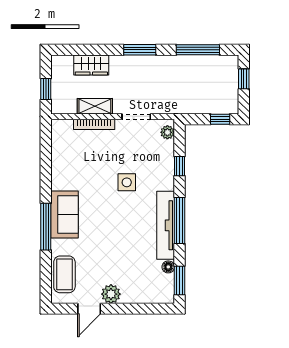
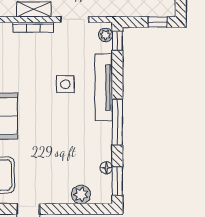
window: (179, 166) -> (117, 41), moved
tv unit: (166, 225) -> (104, 88), moved
plant: (111, 294) -> (81, 194), moved

